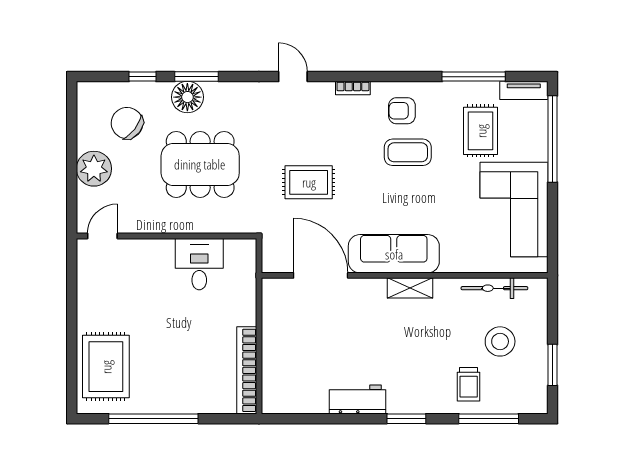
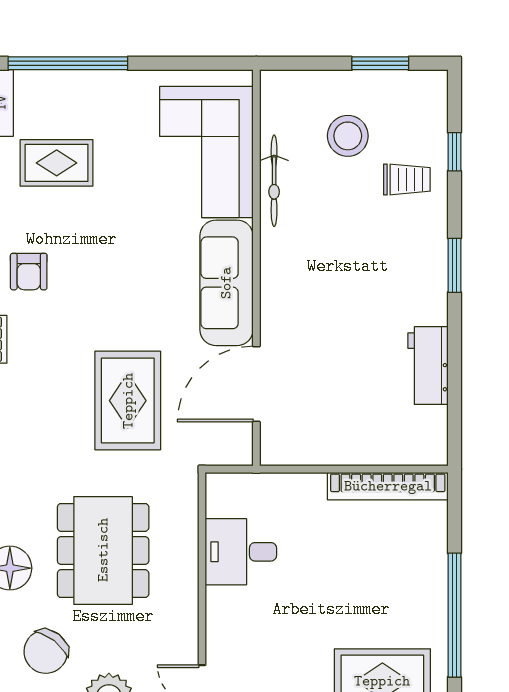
coffee table: (408, 152) -> (86, 263), removed
rug: (309, 182) -> (128, 401), width x1.36, depth x1.43
corner sofa: (514, 210) -> (206, 152), moved, turned 90
shelving: (410, 288) -> (274, 260), removed
bicycle: (494, 288) -> (274, 181), moved
workbench: (358, 400) -> (428, 366), moved
window: (489, 419) -> (454, 152), width x0.46

